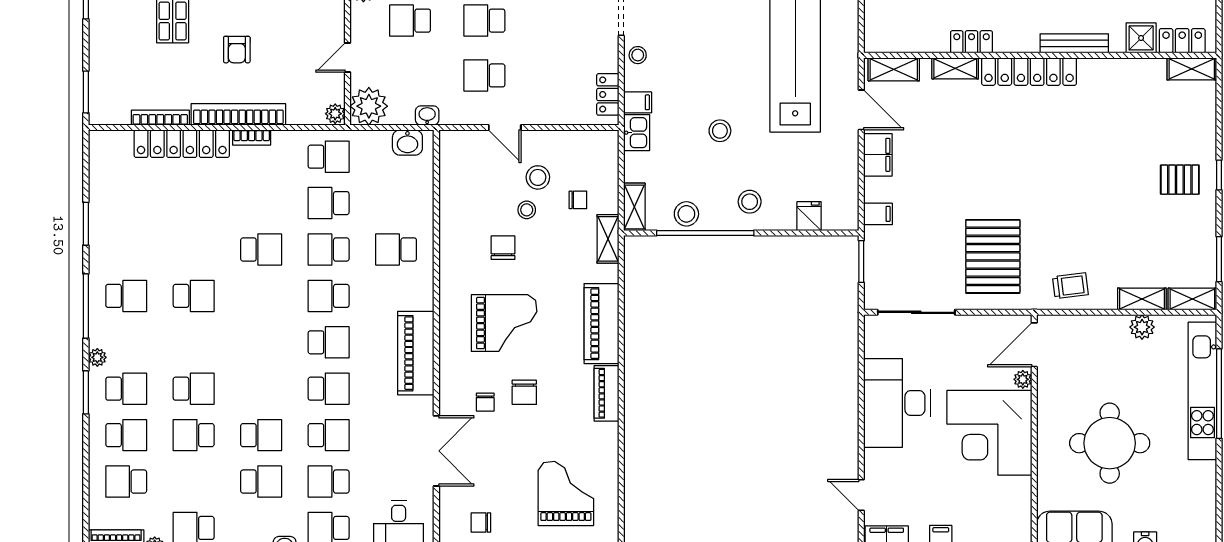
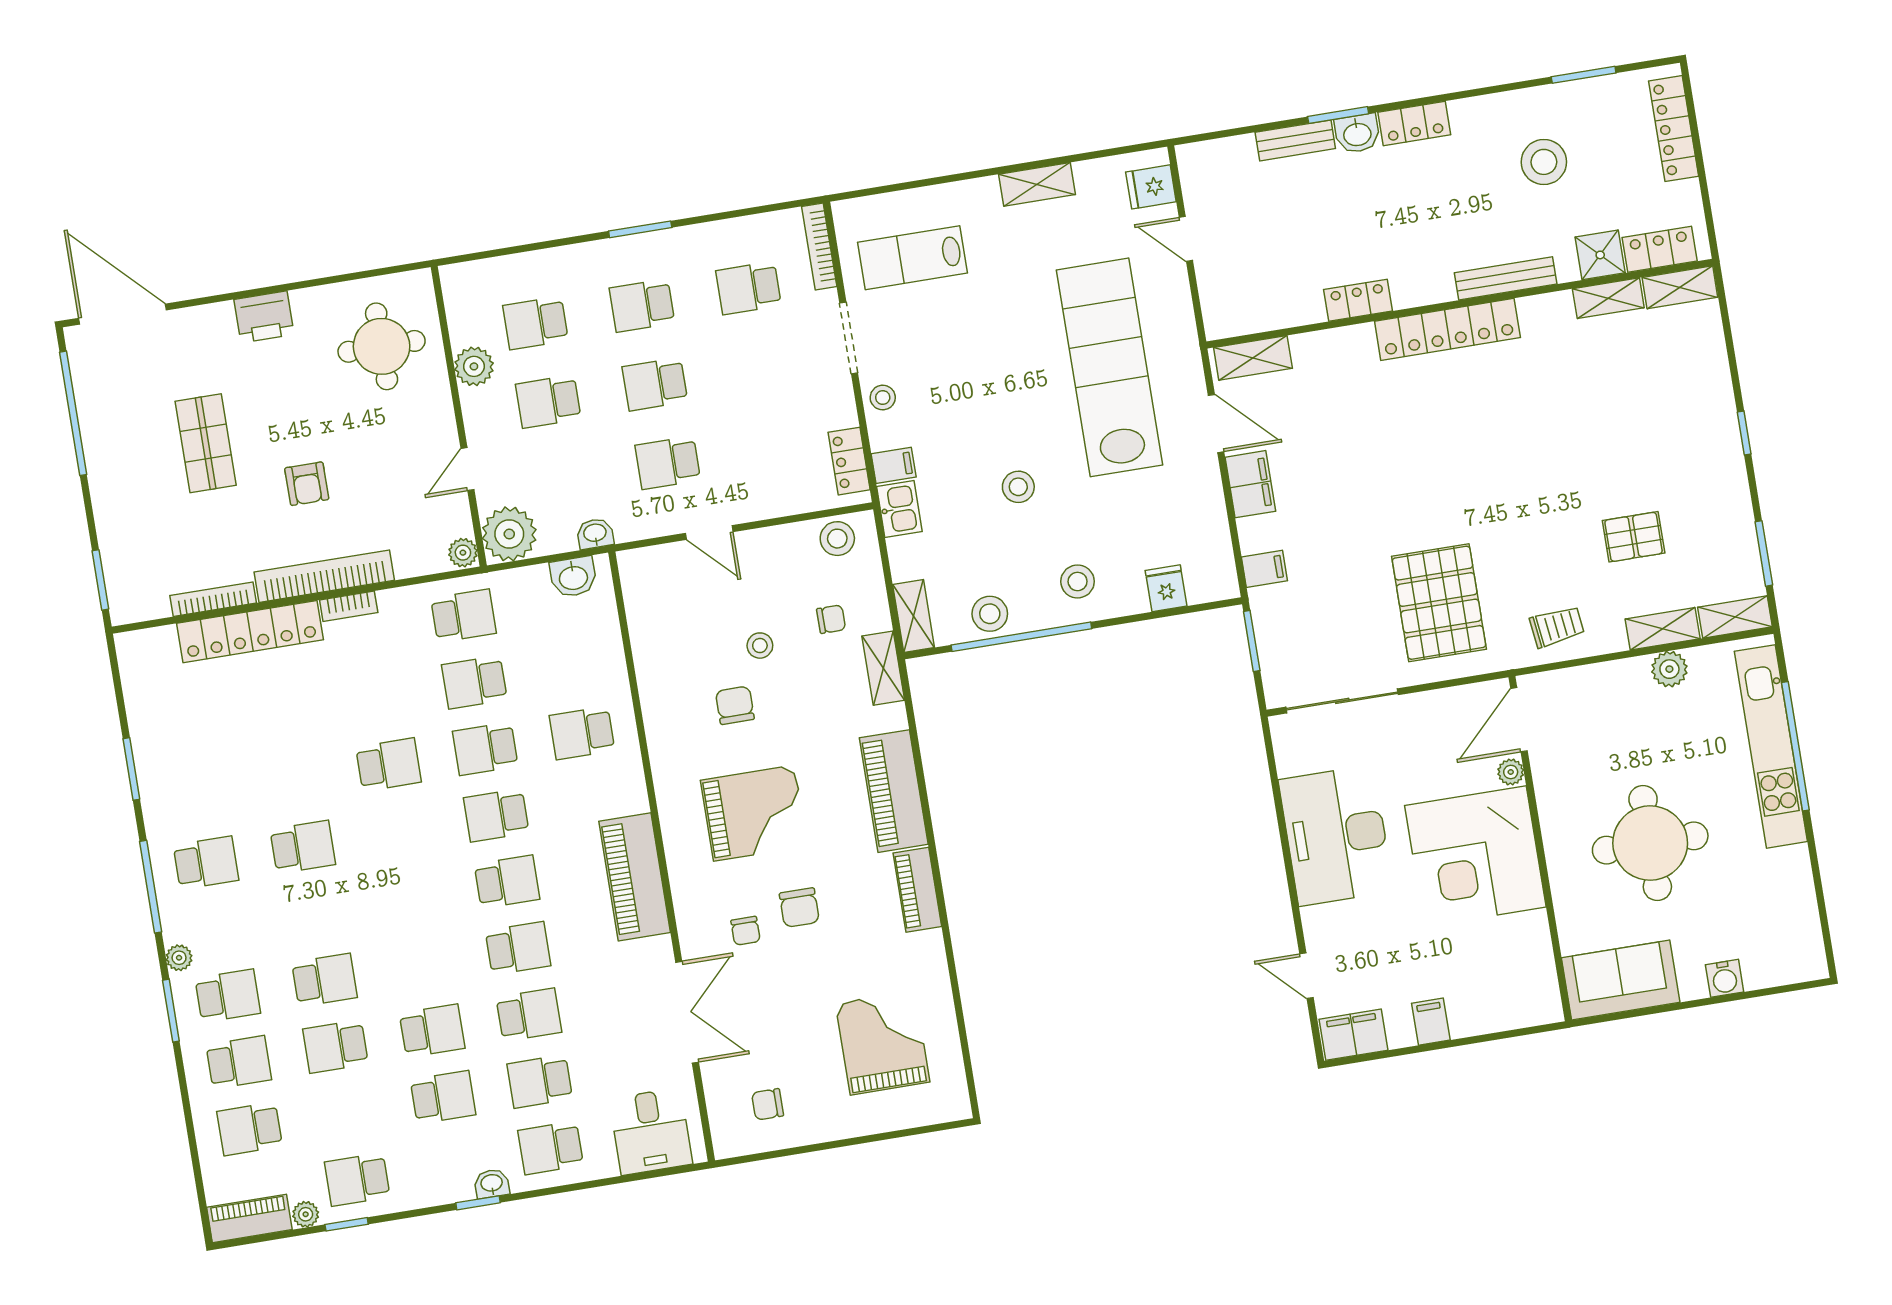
shelving: (955, 68) -> (1608, 298), moved
stool: (538, 177) -> (837, 539), moved
pallet: (1180, 180) -> (1634, 537), moved

